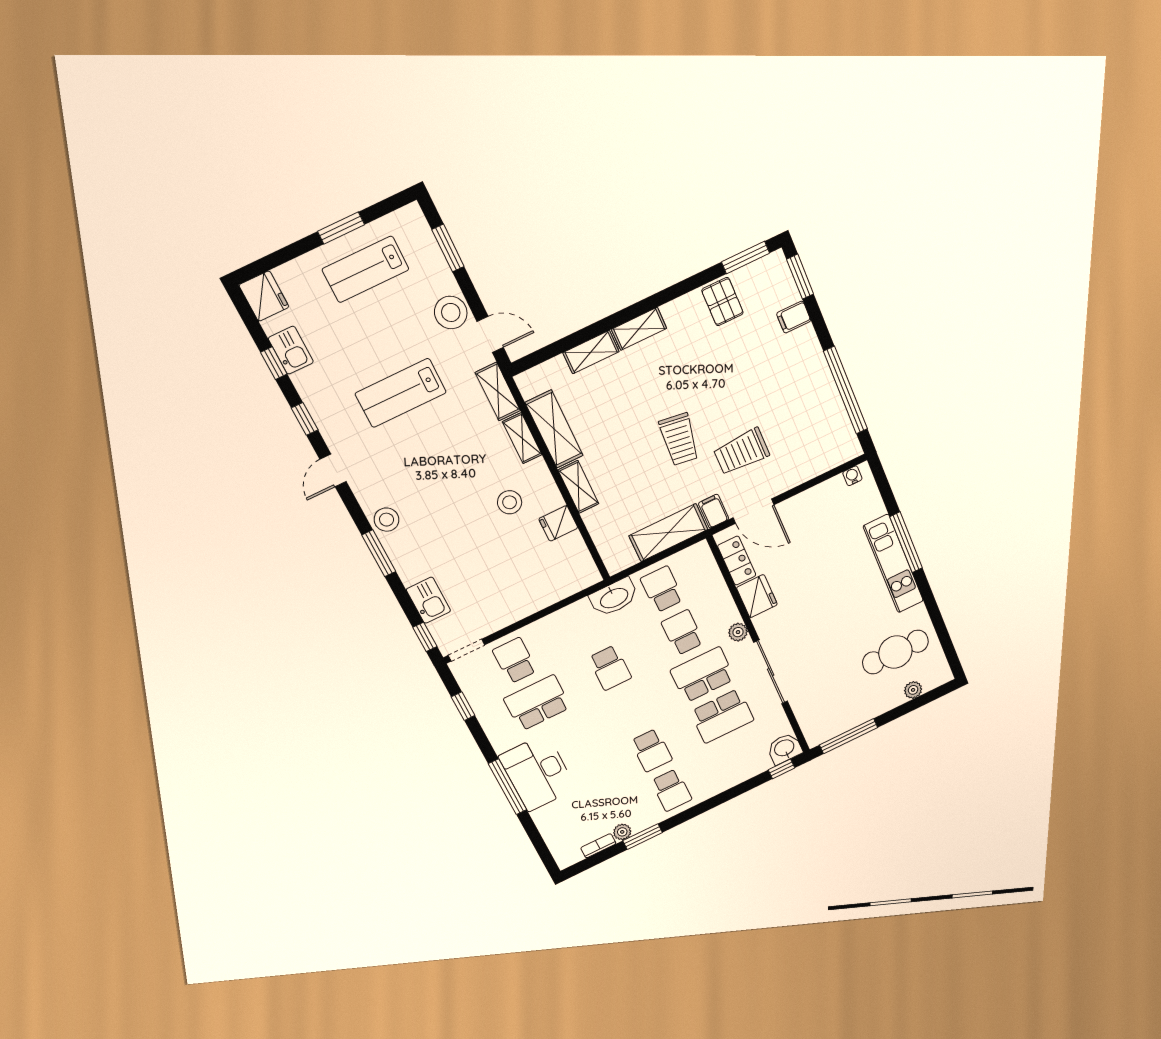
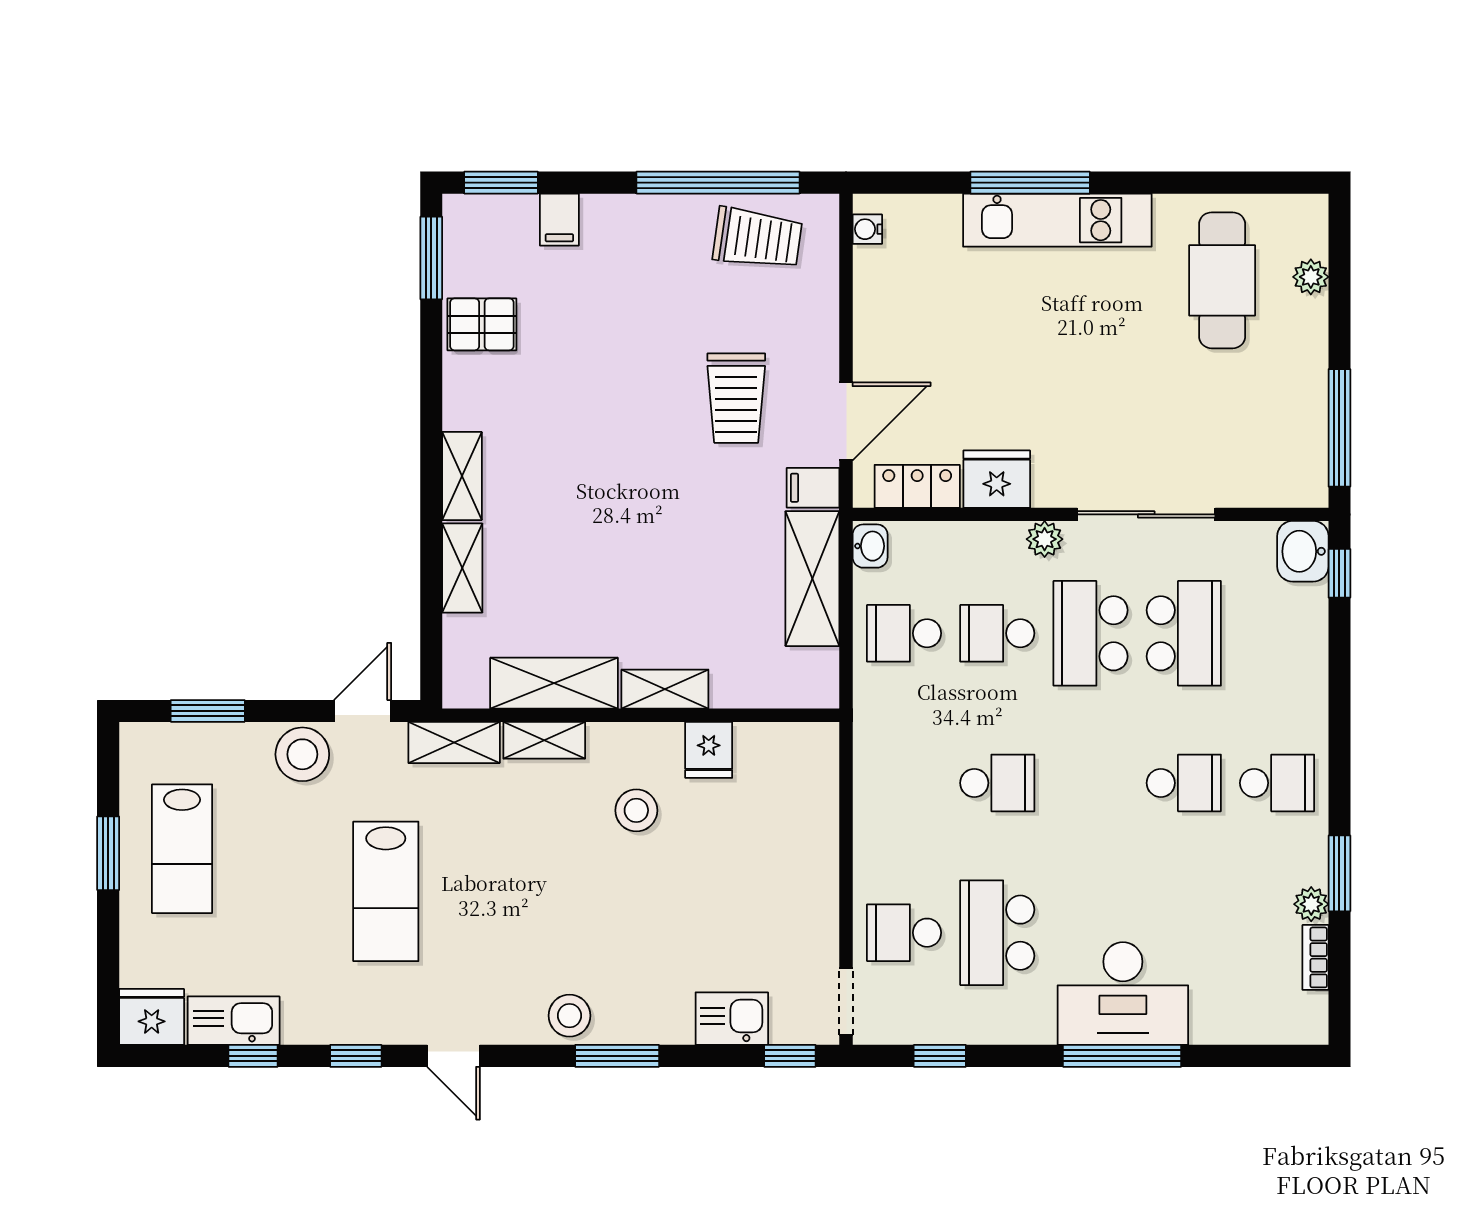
kitchen sink: (291, 350) -> (234, 1021), width x1.38
trolley: (679, 439) -> (757, 238), moved
washbasin: (614, 597) -> (870, 546), moved, width x0.52, depth x0.69

